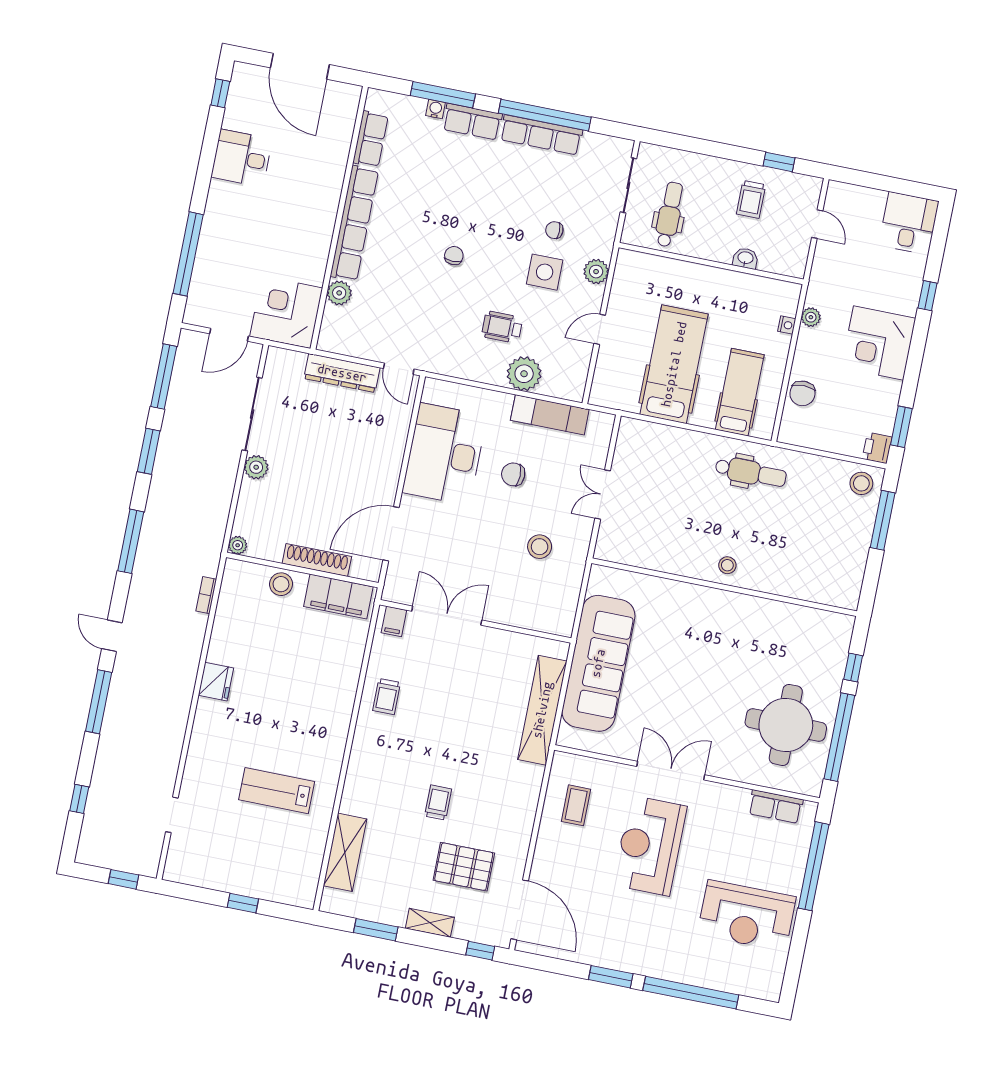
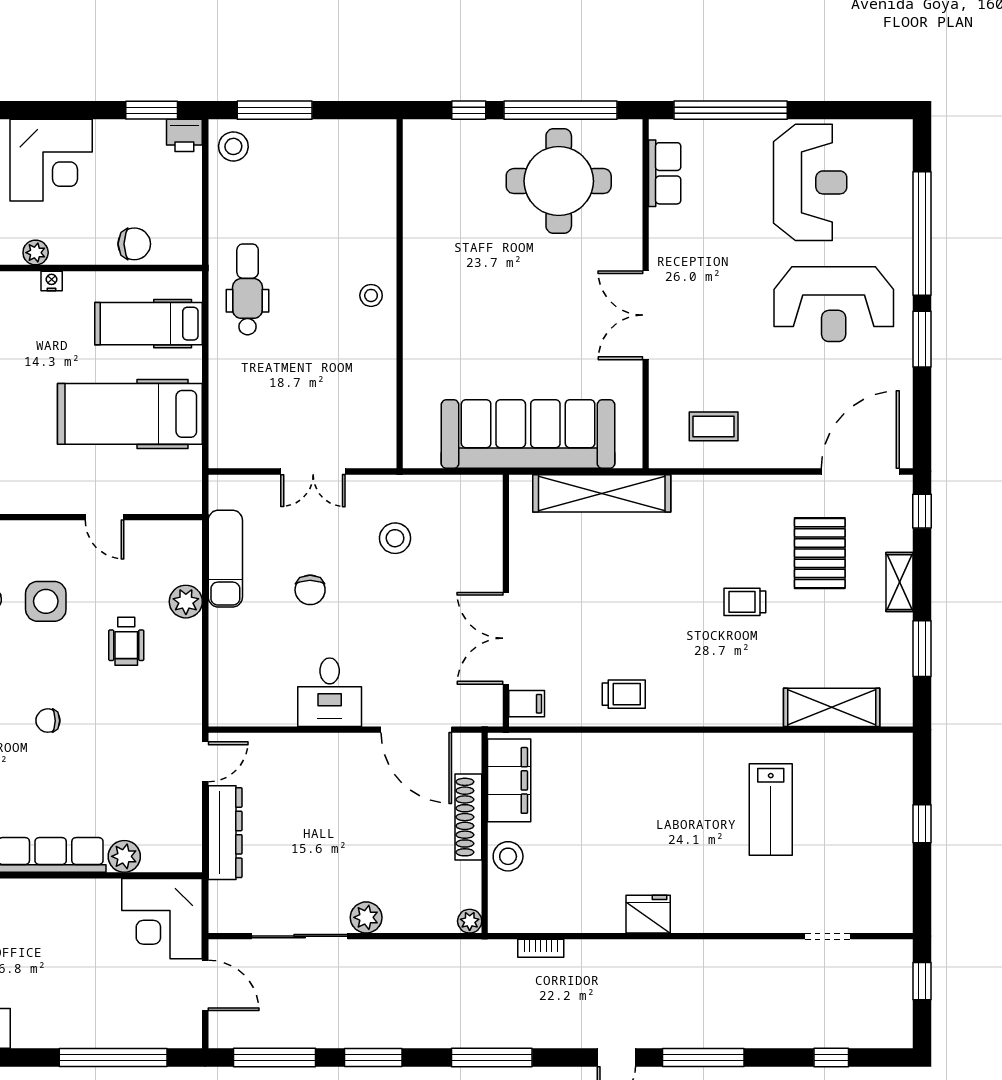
plant: (596, 272) -> (32, 536), removed
plant: (524, 374) -> (186, 602), width x0.73, depth x0.73
desk: (445, 454) -> (330, 692), width x0.53, depth x0.77
reception desk: (650, 846) -> (834, 304), moved

